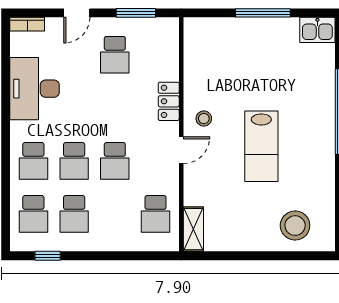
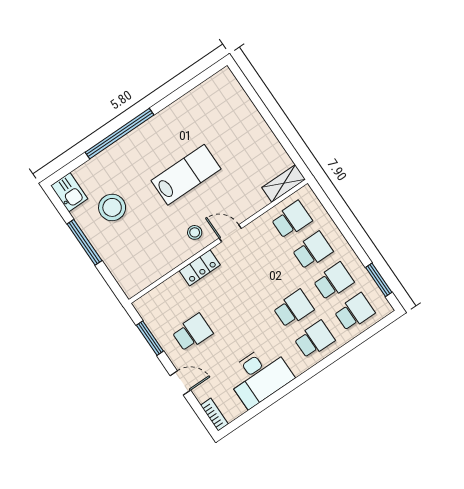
school desk: (115, 161) -> (313, 251), moved
stool: (295, 226) -> (112, 207), moved
window: (48, 256) -> (379, 280), width x1.50

